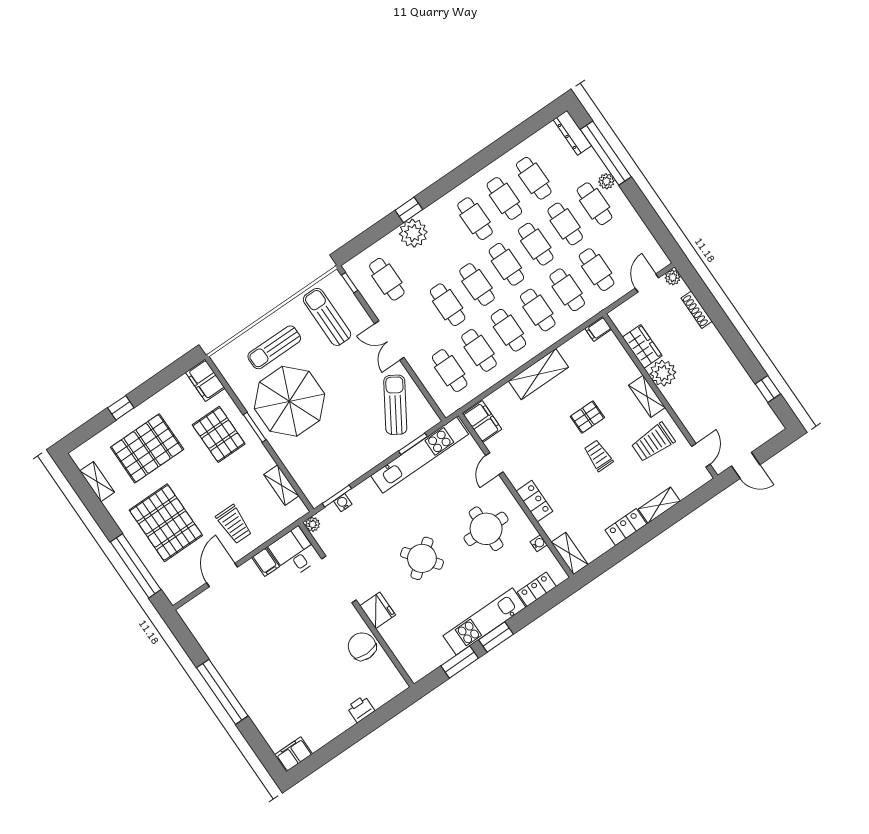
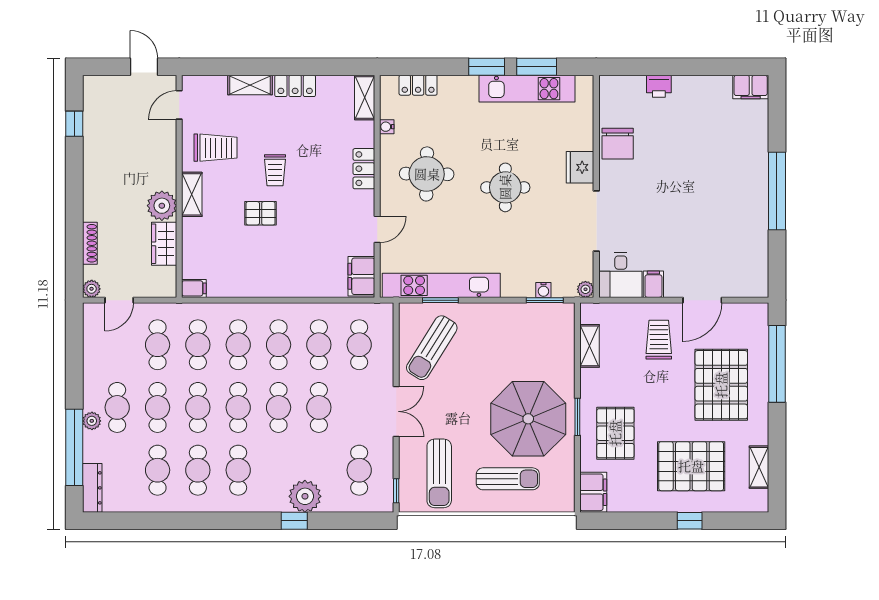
shelving: (538, 374) -> (279, 285), removed
round table: (422, 558) -> (505, 187), turned 37
kitchen unit: (484, 621) -> (527, 89), moved

